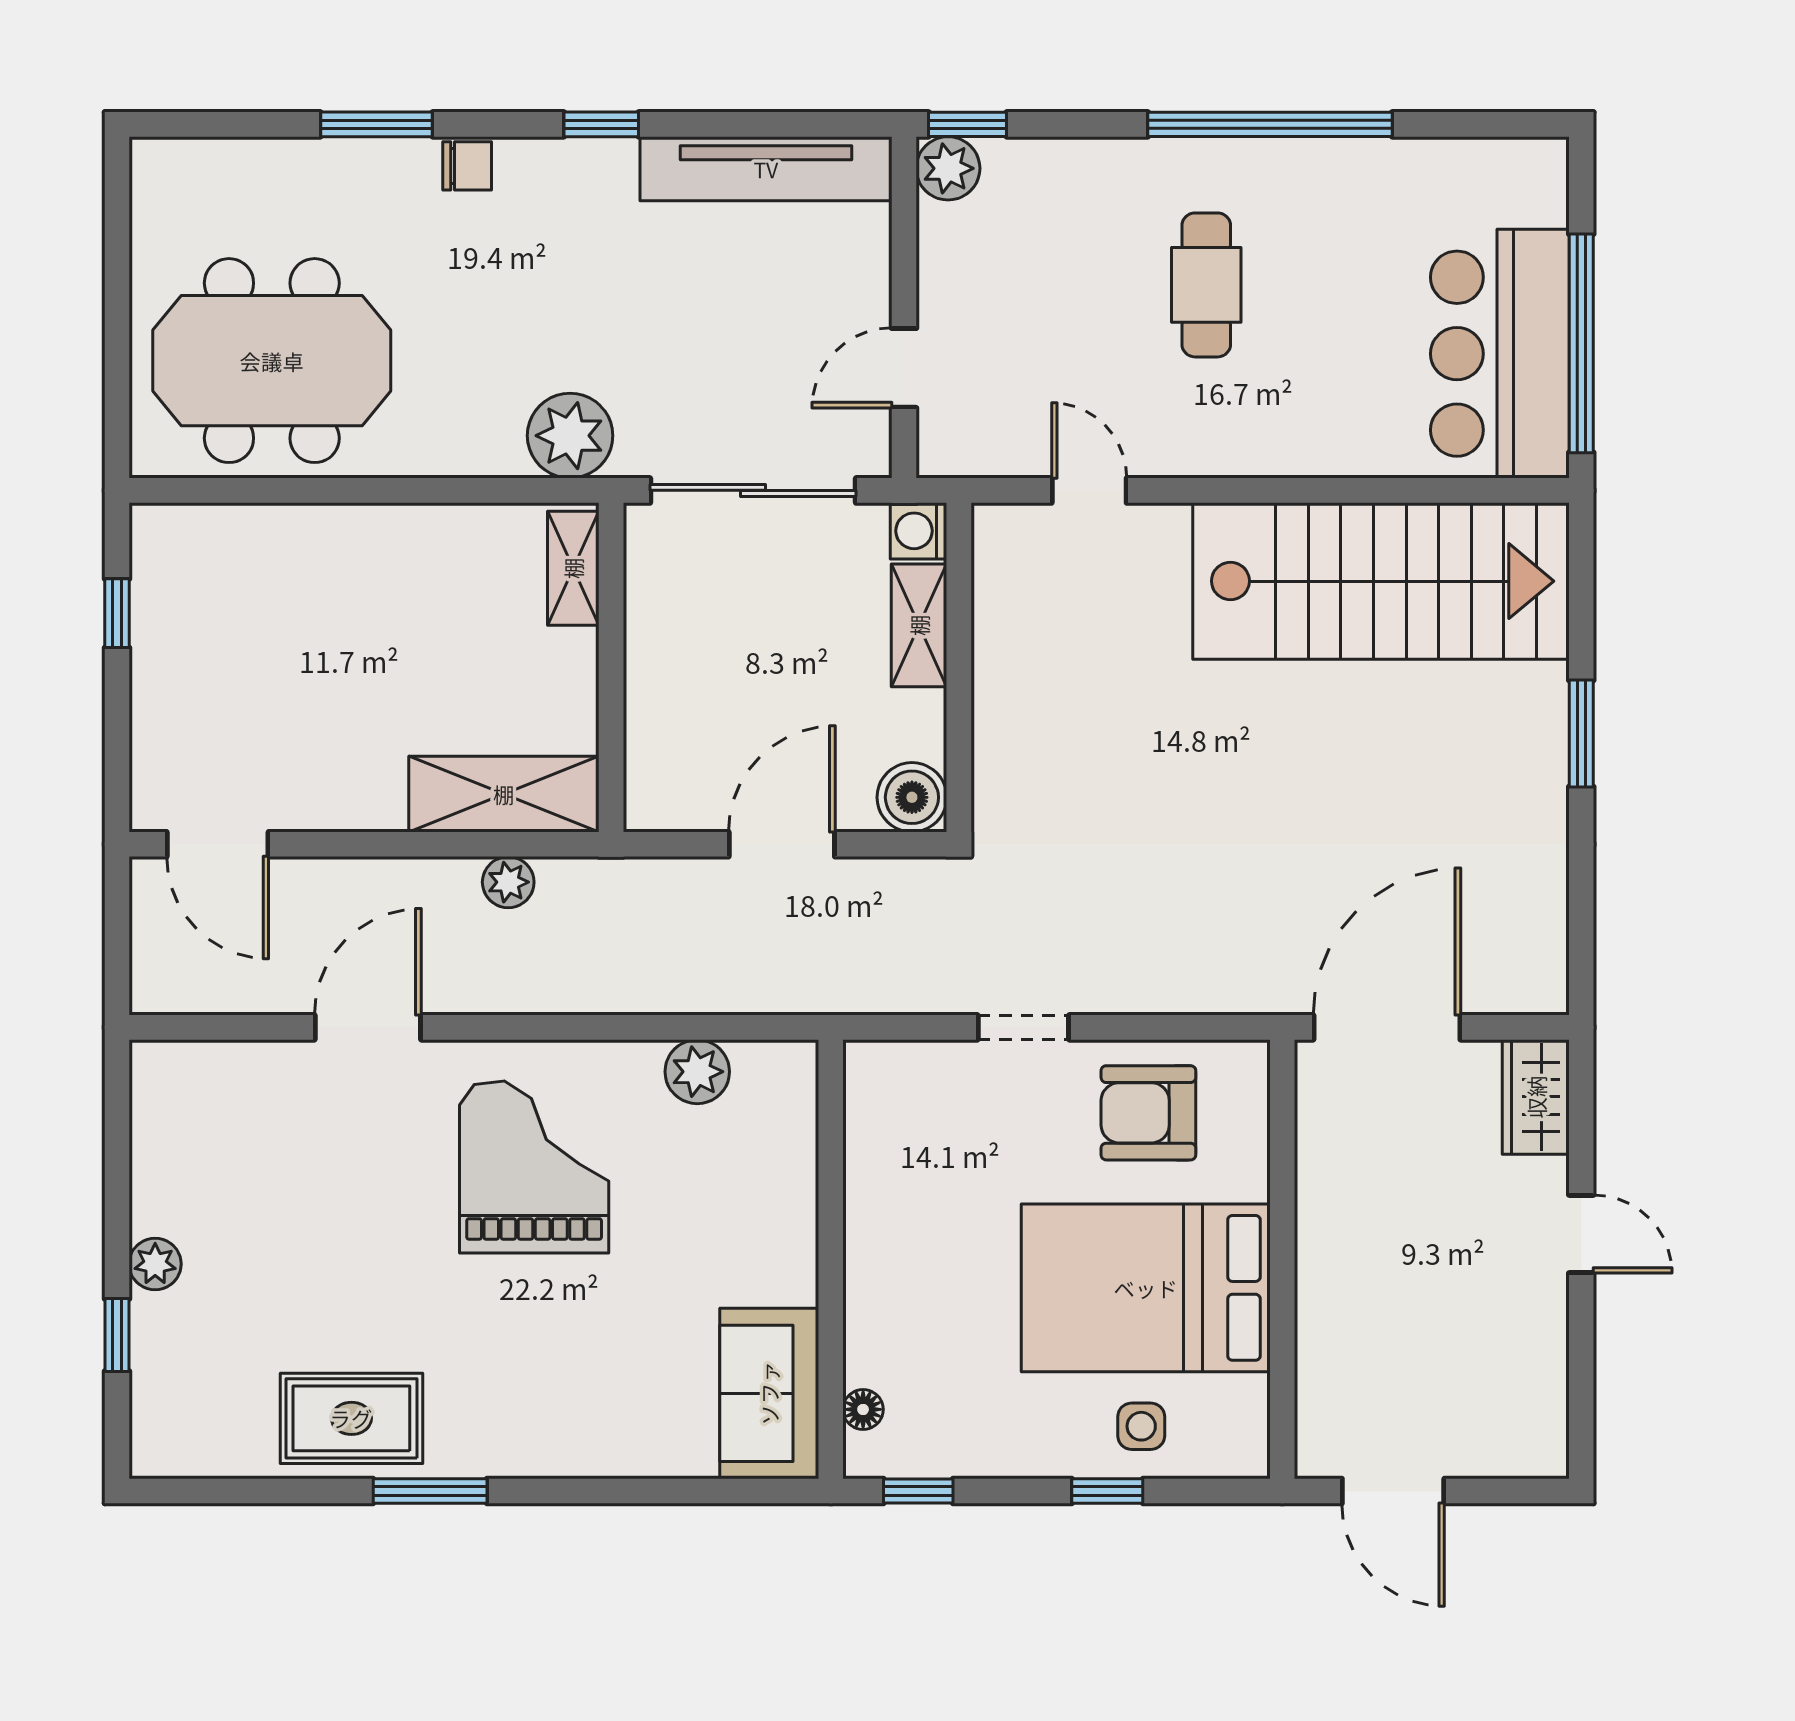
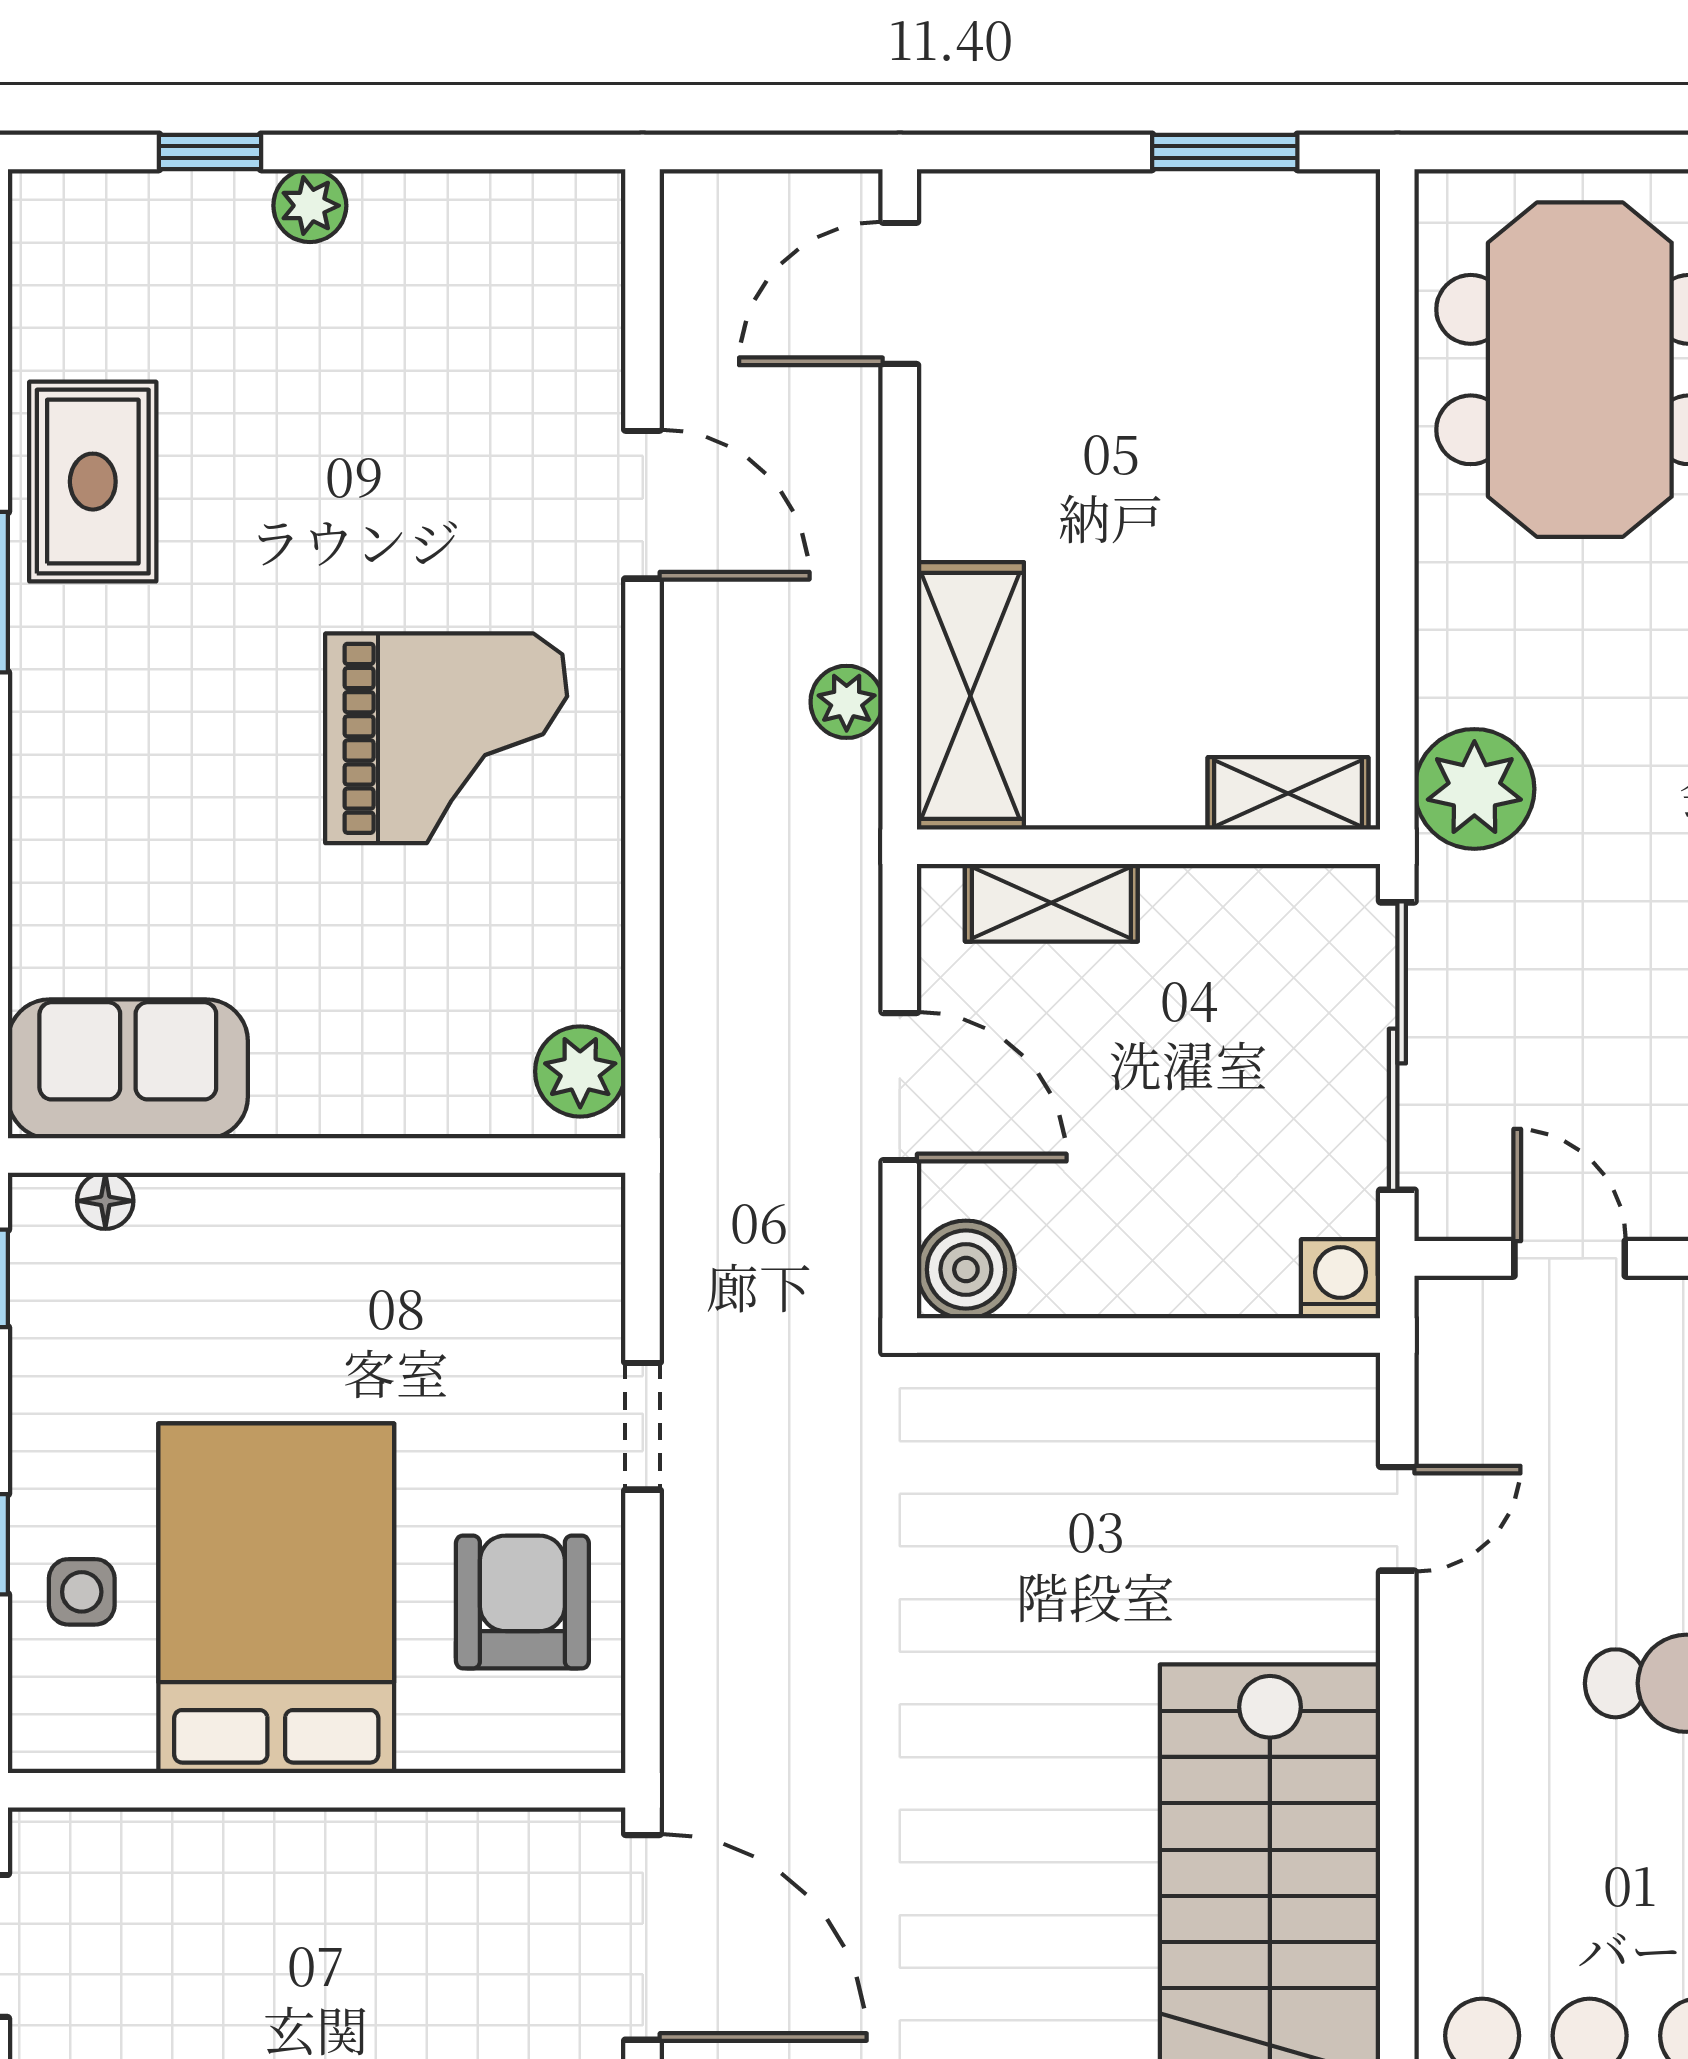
window: (117, 613) -> (1225, 152), width x1.50
shelving: (919, 625) -> (1051, 903), moved
plant: (697, 1072) -> (580, 1071), moved

